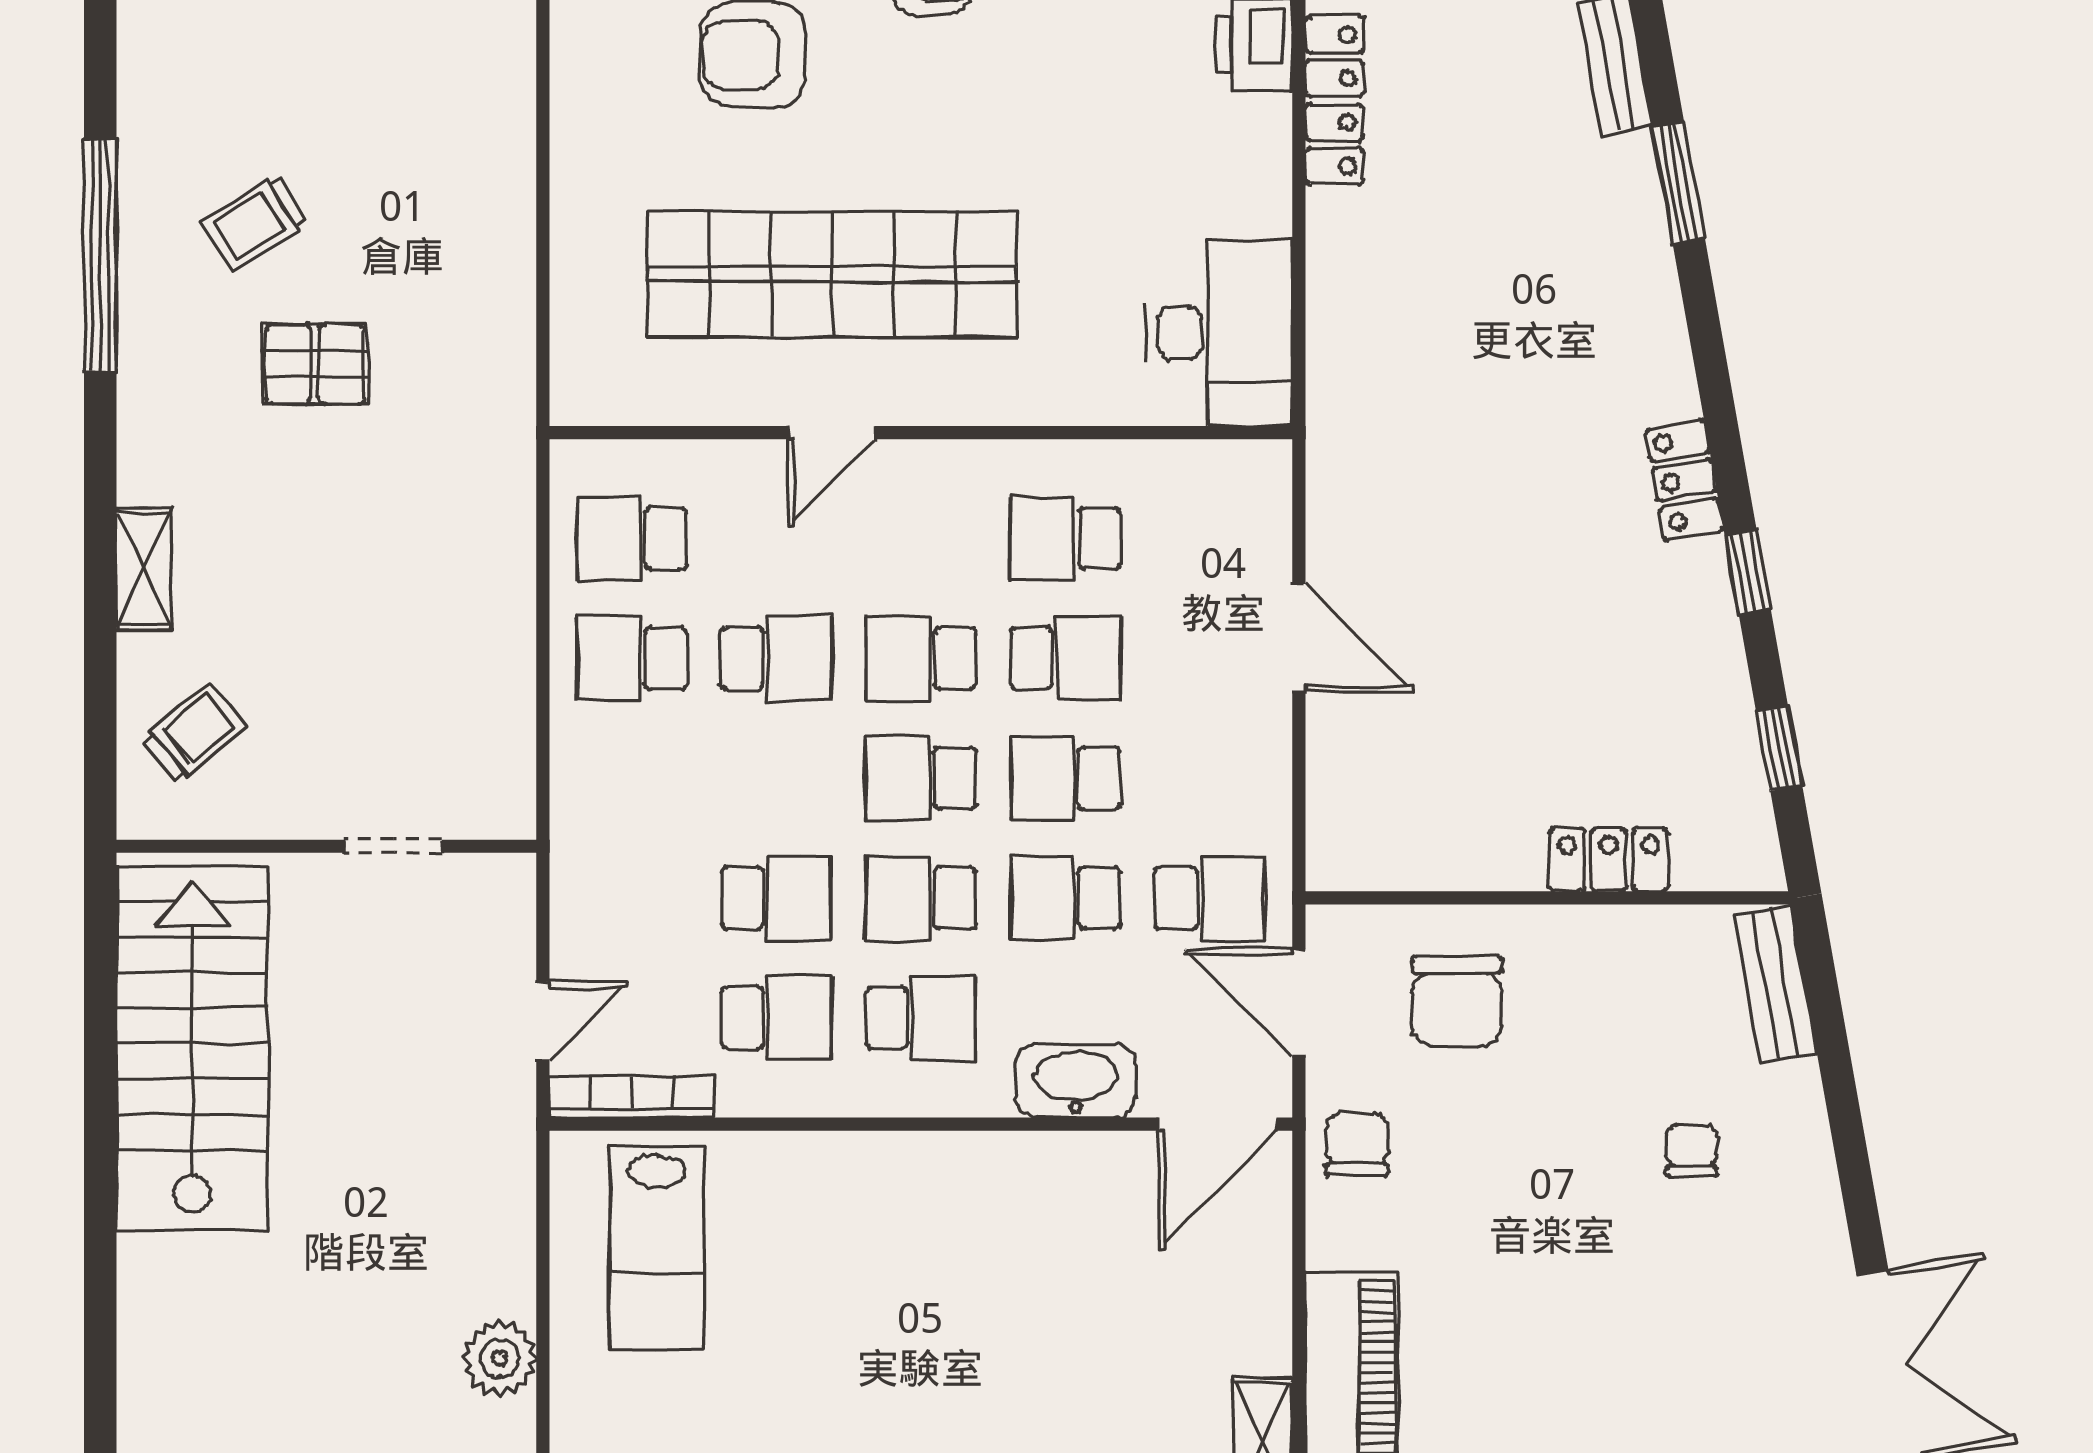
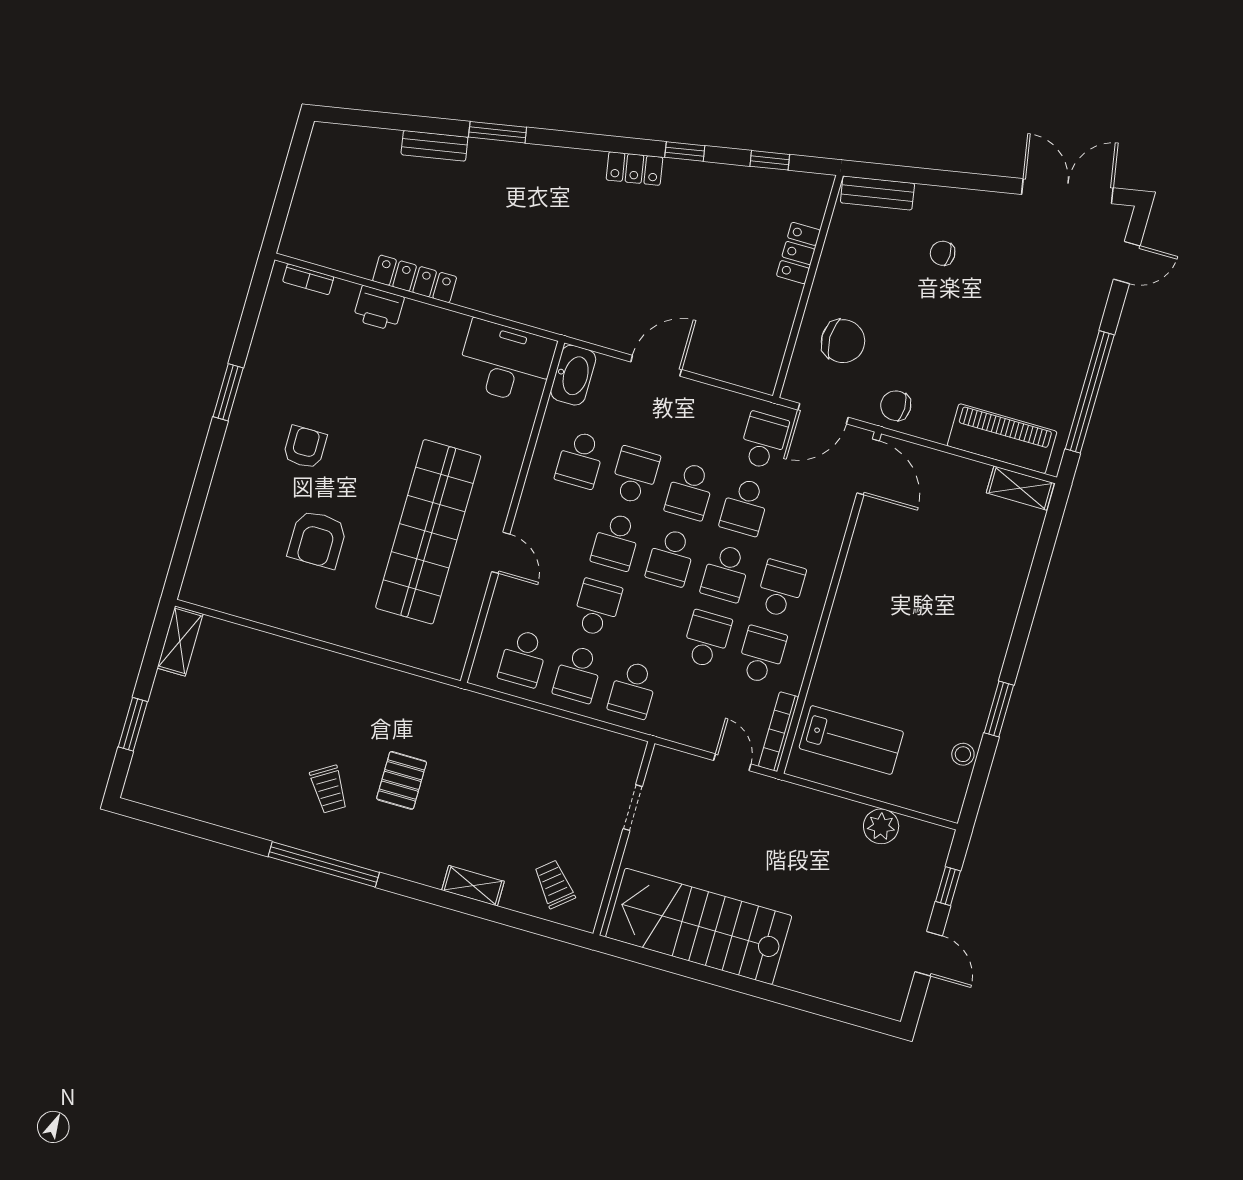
school desk: (632, 778) -> (633, 690), added
washbasin: (1076, 1081) -> (573, 375), moved, turned 180

